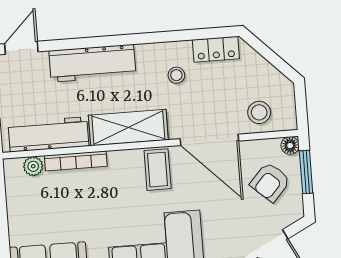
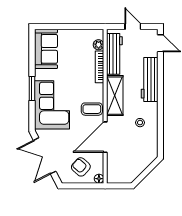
locker: (216, 49) -> (152, 144), removed
stool: (259, 112) -> (117, 164), removed
window: (306, 172) -> (85, 186), removed

